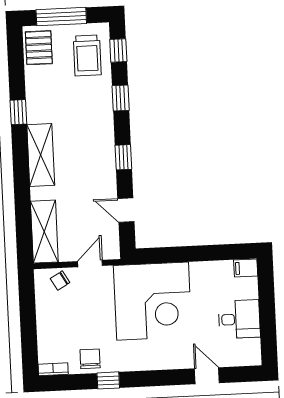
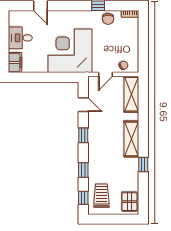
window: (61, 17) -> (116, 219), removed
filing cabinet: (246, 268) -> (15, 63), width x2.00

